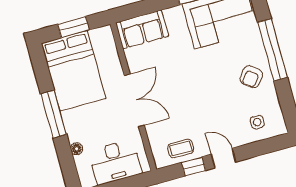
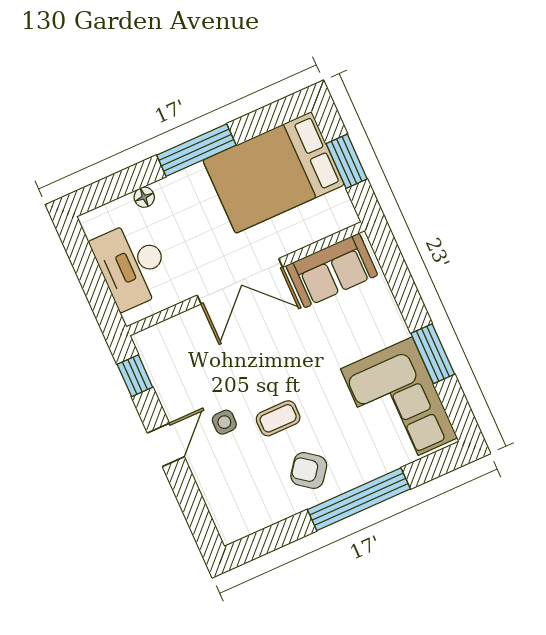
sofa: (142, 29) -> (332, 270), moved, turned -90
side table: (257, 122) -> (224, 422), moved
coffee table: (181, 148) -> (278, 418), moved, turned 90
window: (194, 166) -> (135, 376), moved

